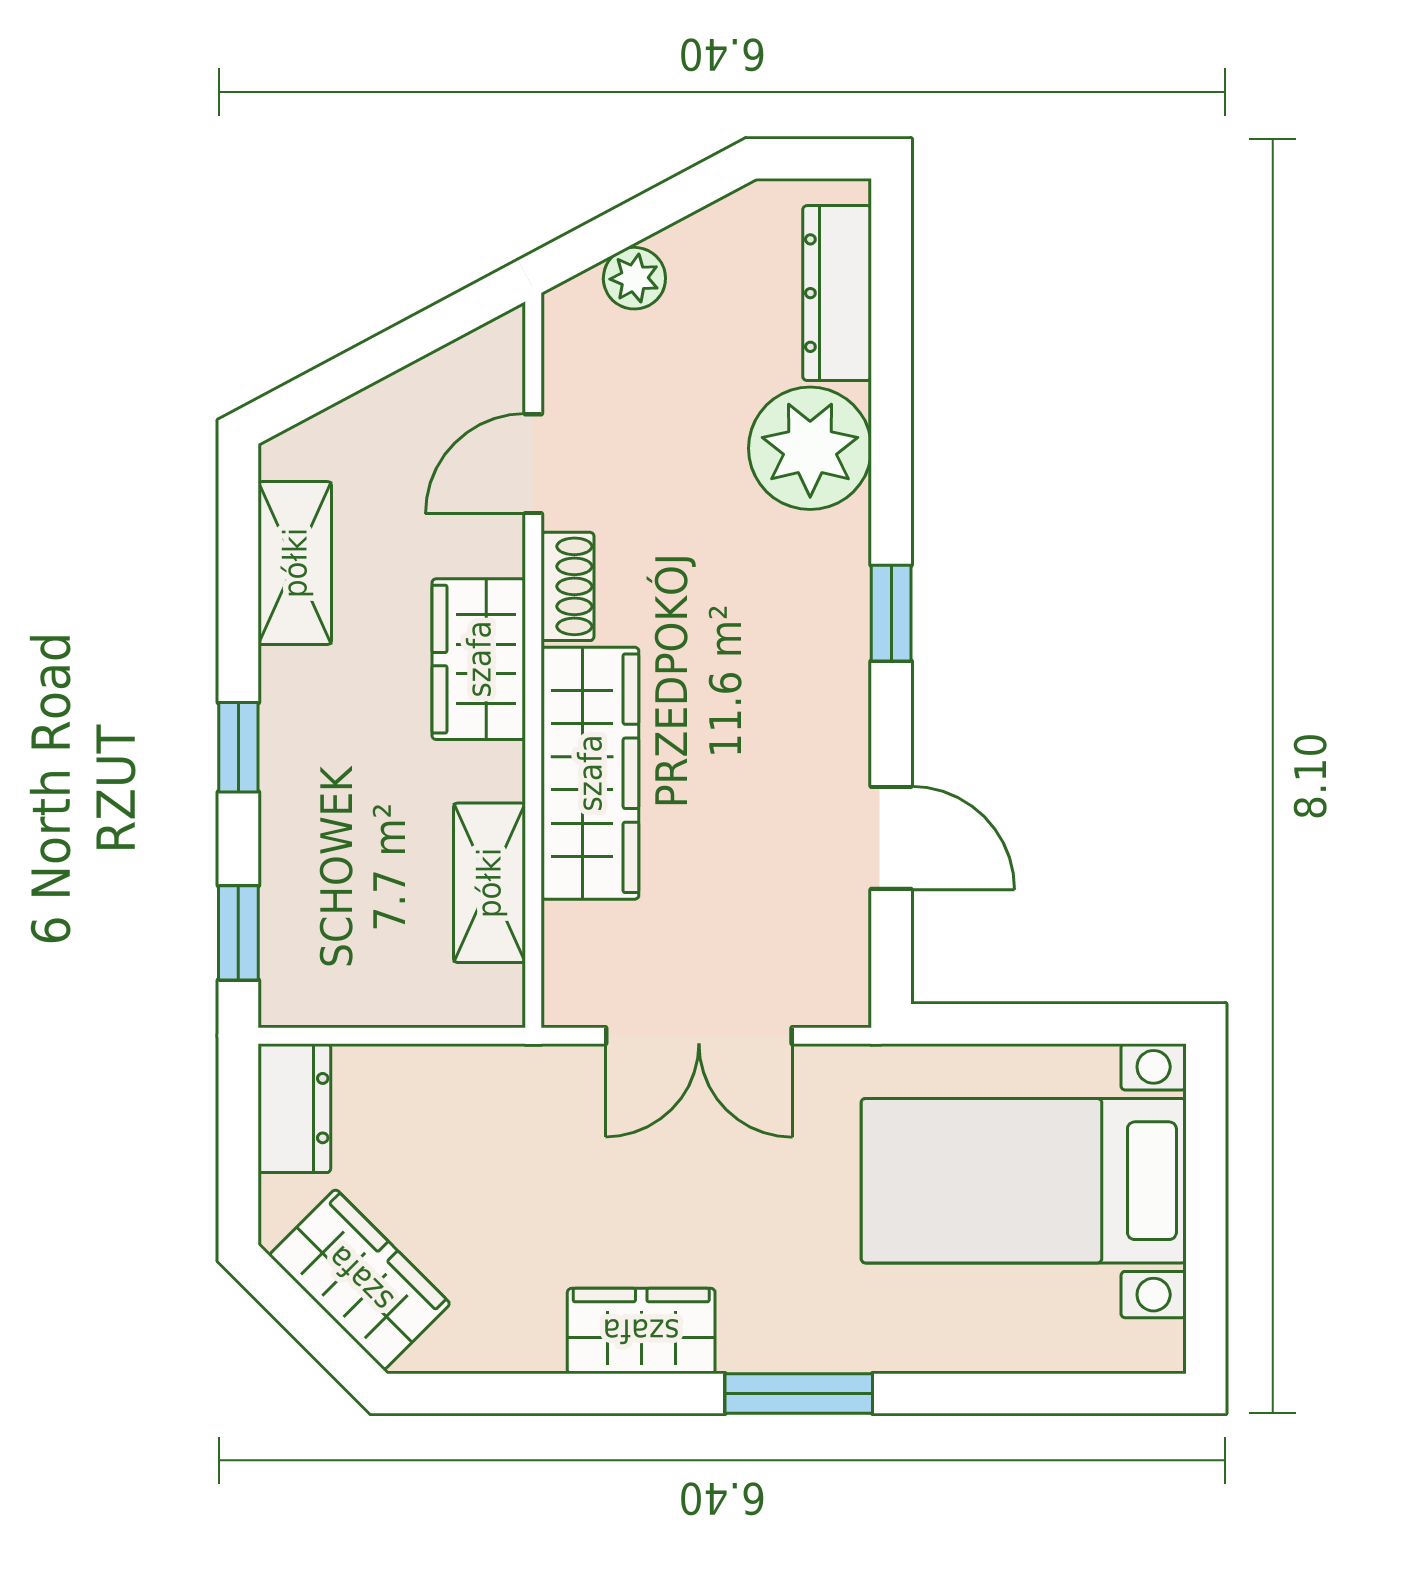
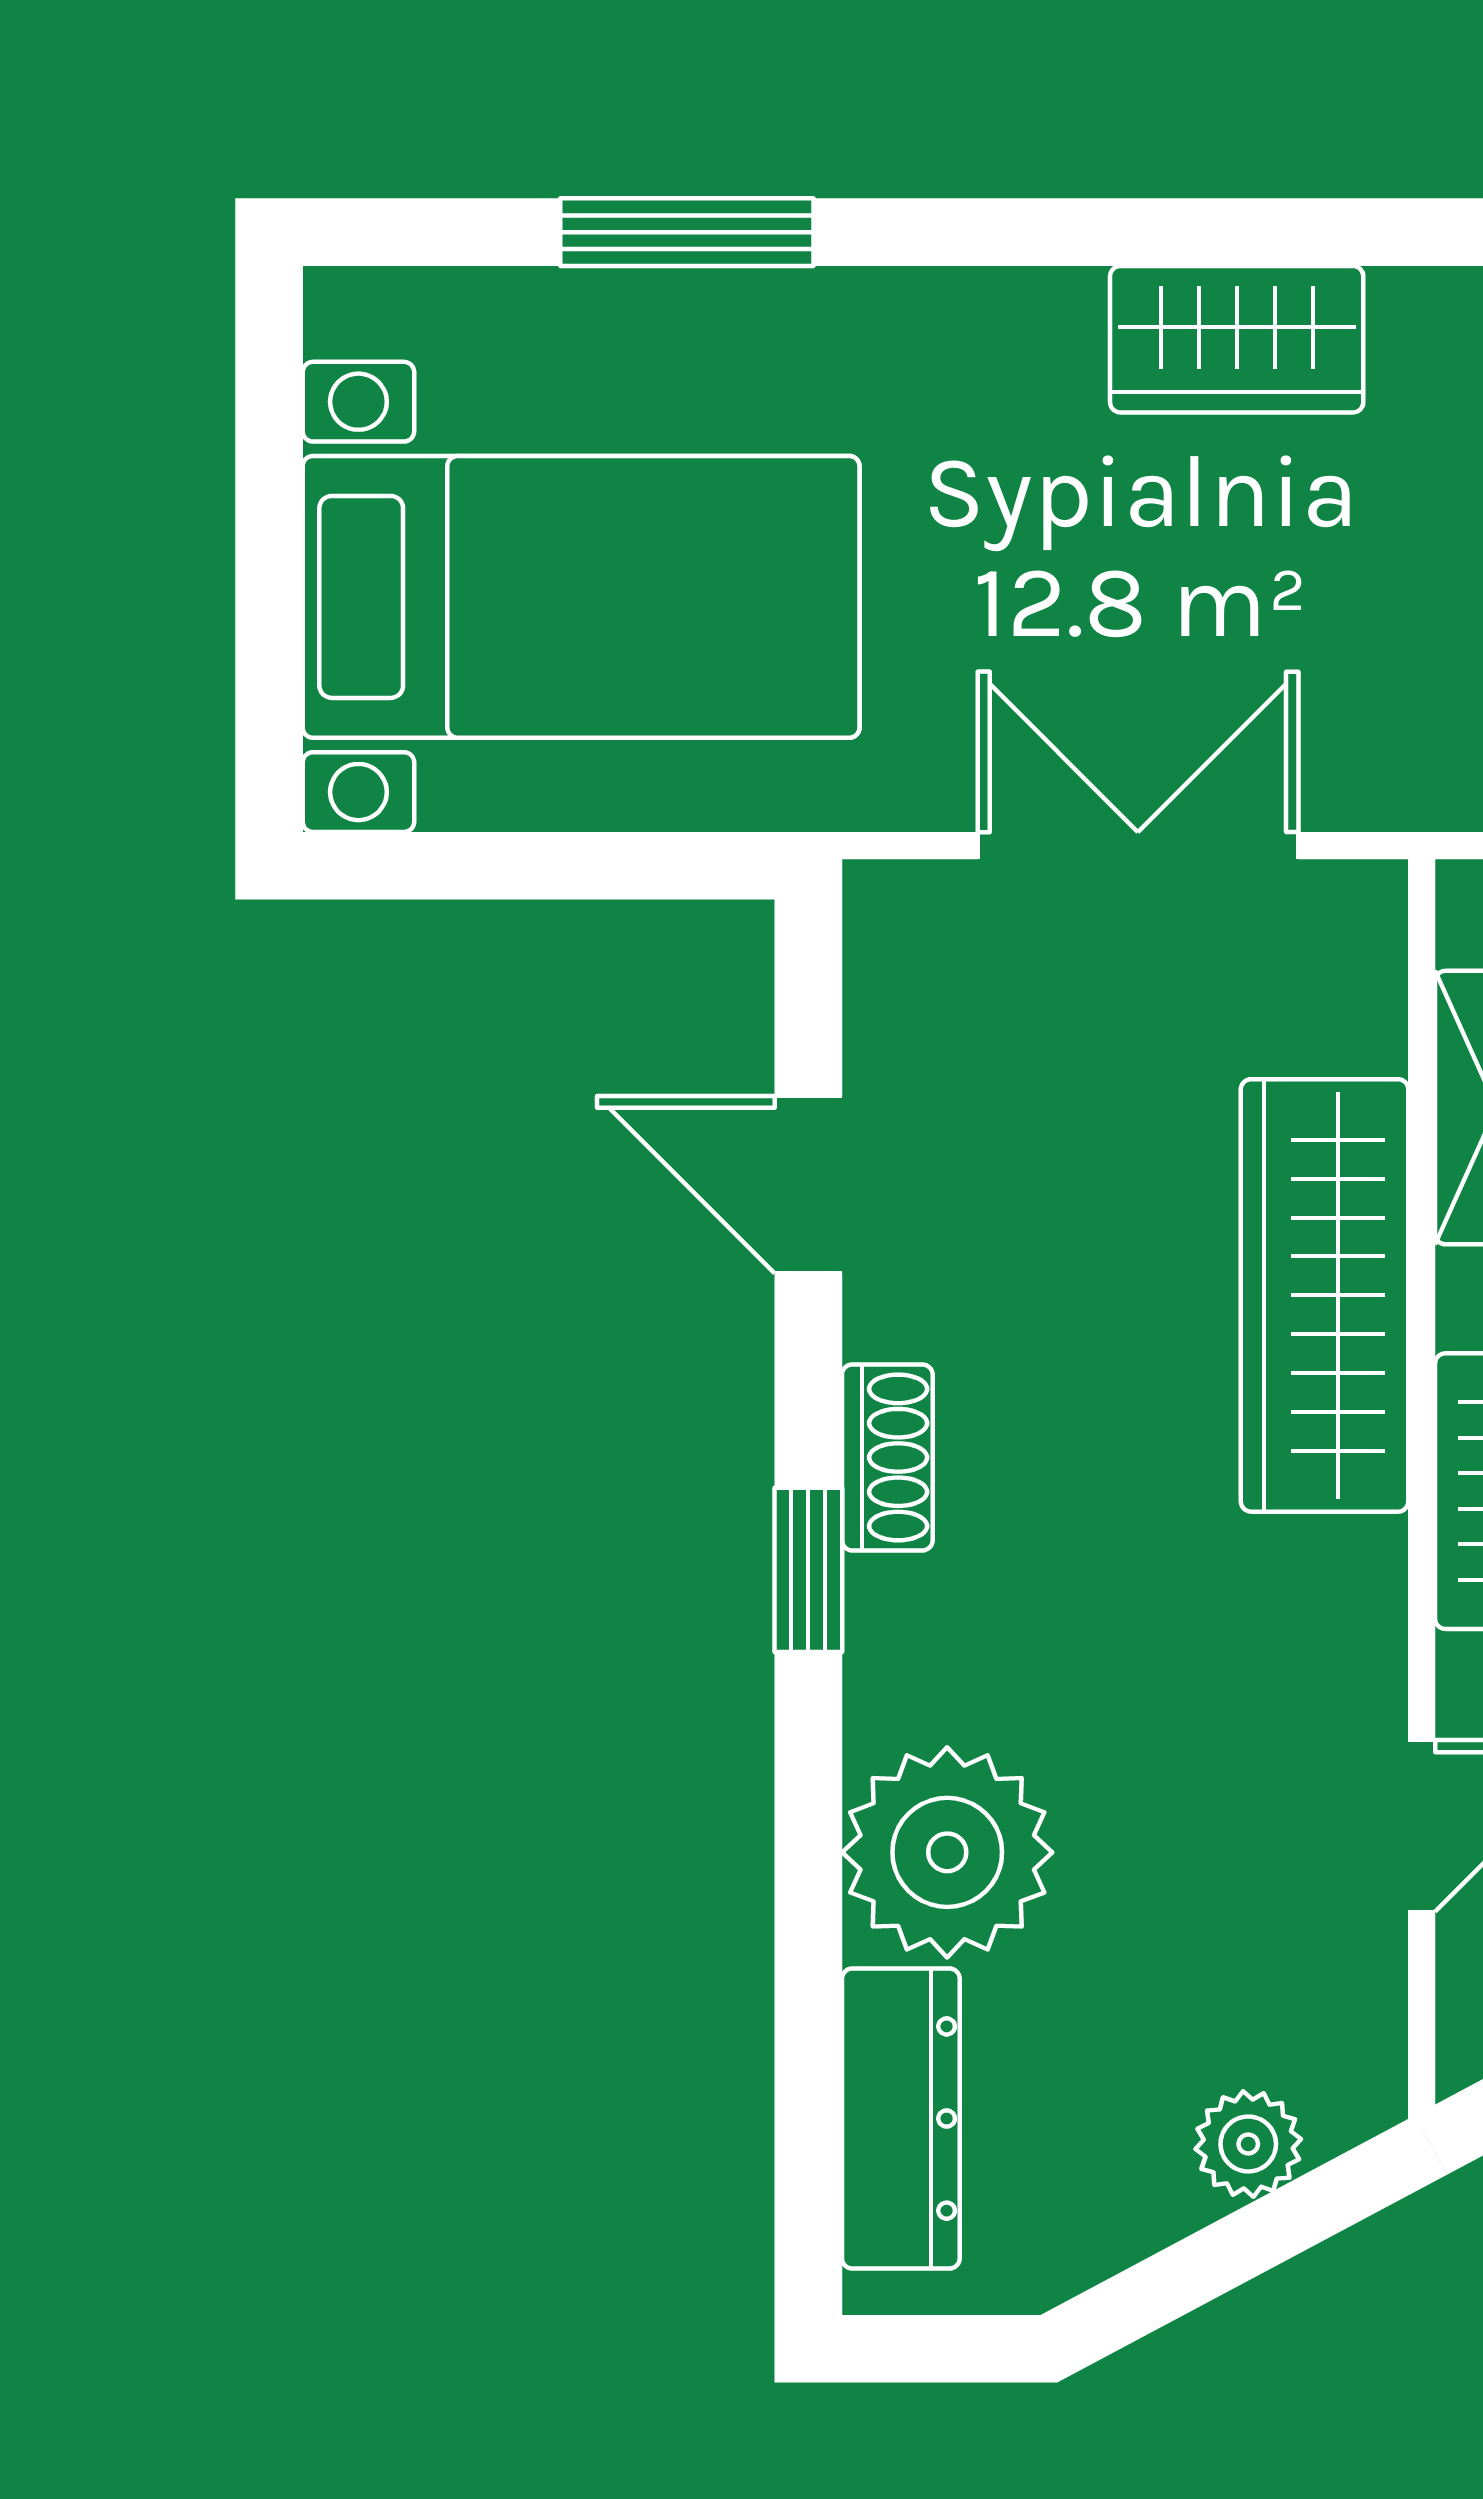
shoe rack: (568, 586) -> (887, 1457), moved, turned 180
window: (799, 1394) -> (687, 232), moved

